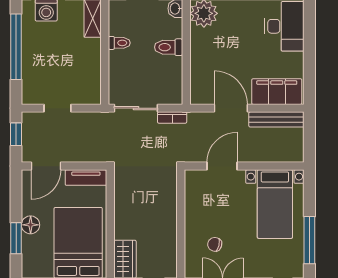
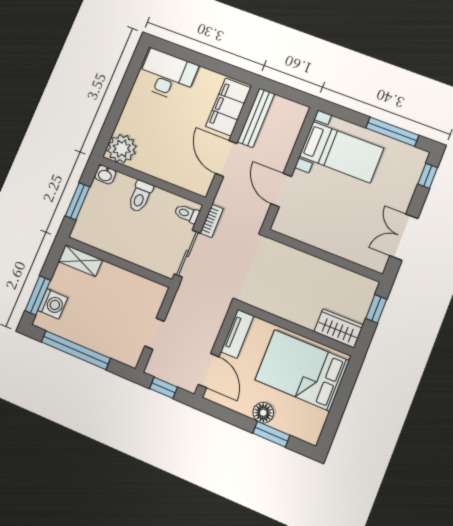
toilet: (119, 43) -> (187, 214), moved, turned -90
door: (231, 108) -> (226, 158), hinge flipped
chair: (215, 244) -> (359, 229), removed

